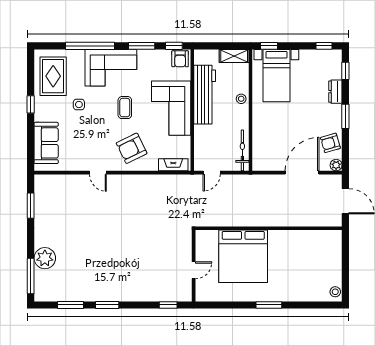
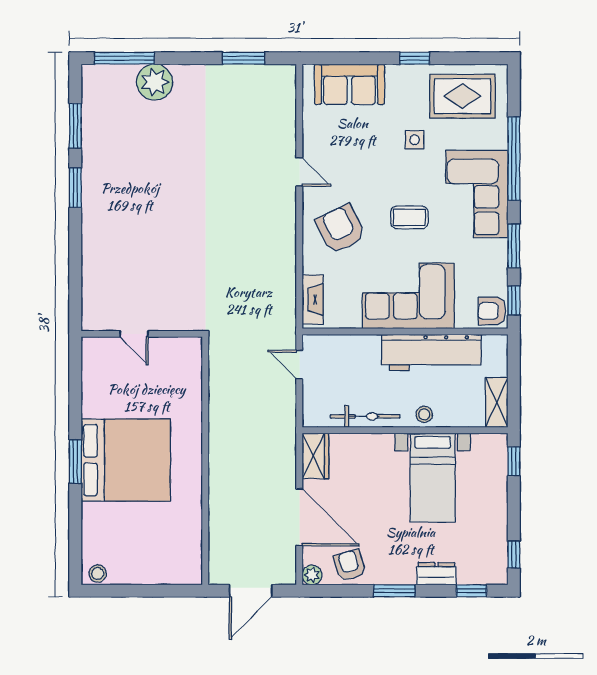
bed with nightstands: (276, 76) -> (433, 478), moved, turned -90
bicycle: (242, 150) -> (365, 416), moved
wardrobe: (266, 163) -> (315, 456), added
door: (98, 173) -> (299, 172), swing flipped
bed: (243, 256) -> (126, 460), moved, turned 180
window: (168, 305) -> (75, 291), removed

